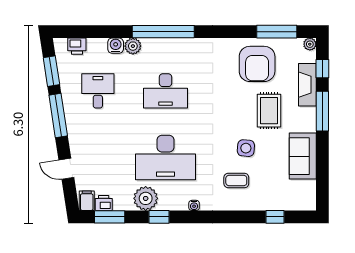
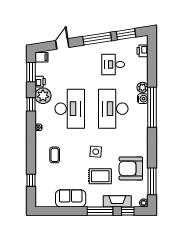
water cooler: (116, 46) -> (143, 99), moved
desk: (98, 91) -> (113, 65), turned 180
desk: (166, 91) -> (113, 109), width x1.36, depth x1.30
side table: (246, 148) -> (96, 152), moved
desk: (166, 158) -> (70, 109), turned 180
printer: (104, 203) -> (40, 82), moved

